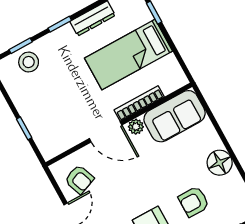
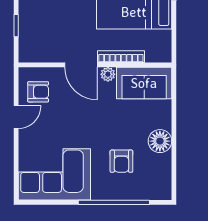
armchair: (79, 179) -> (38, 92), turned -69
armchair: (194, 202) -> (121, 161), turned -90

